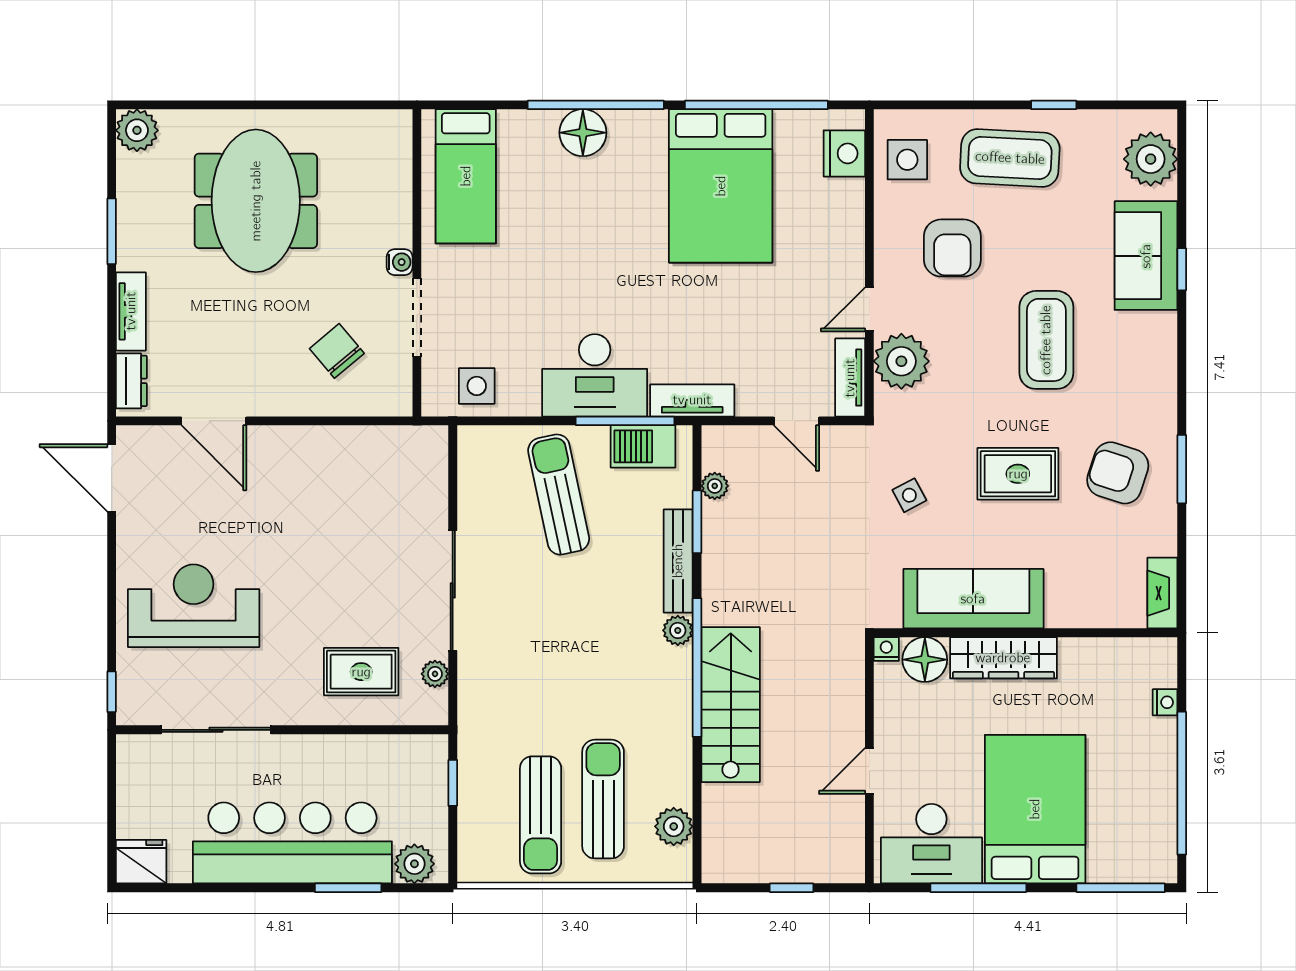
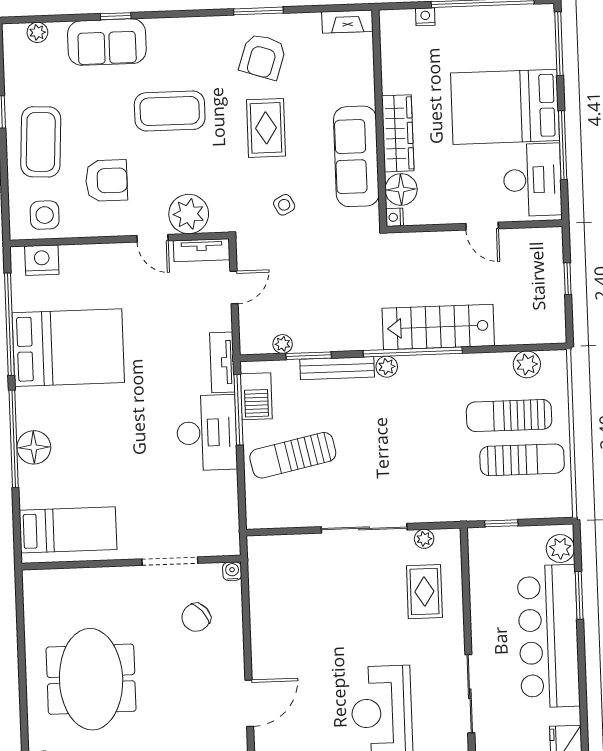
plant: (1151, 159) -> (37, 32), width x0.53, depth x0.53
meeting table: (256, 201) -> (91, 679), turned 90
water cooler: (400, 262) -> (232, 571), moved
side table: (477, 386) -> (217, 517), removed

